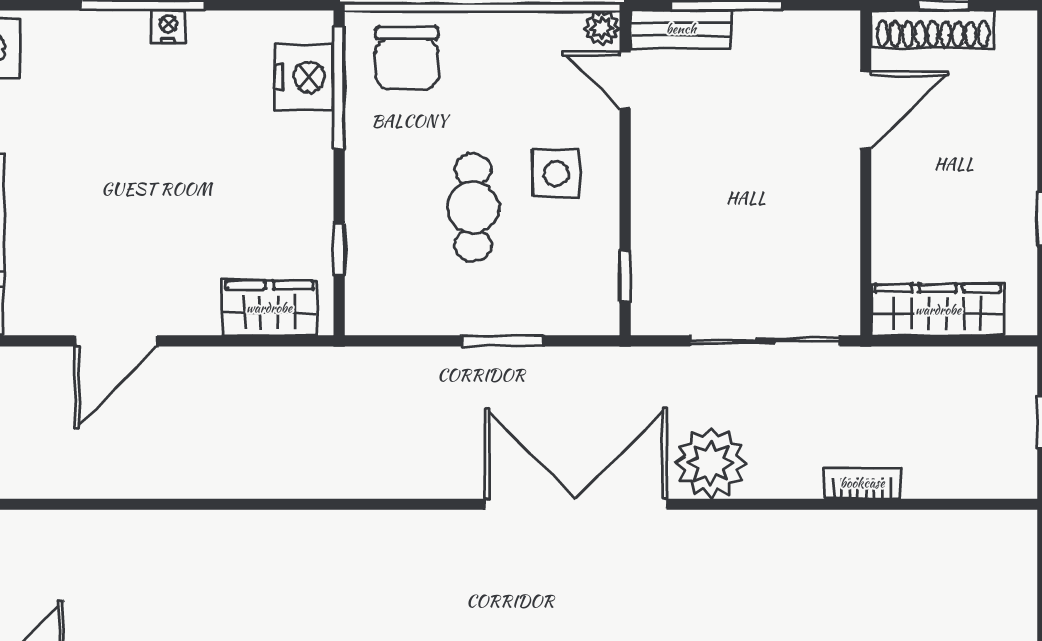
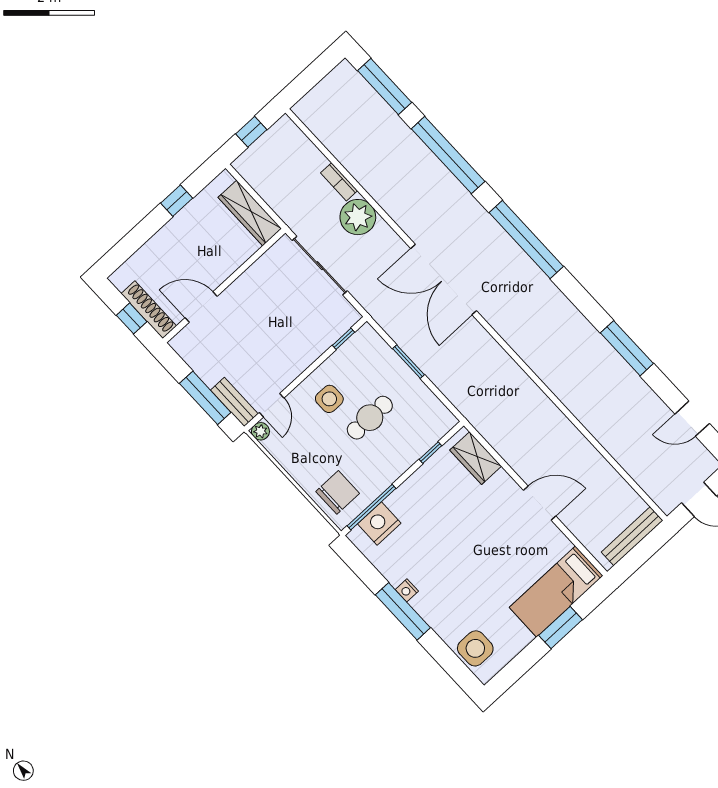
plant: (711, 463) -> (358, 217), moved

